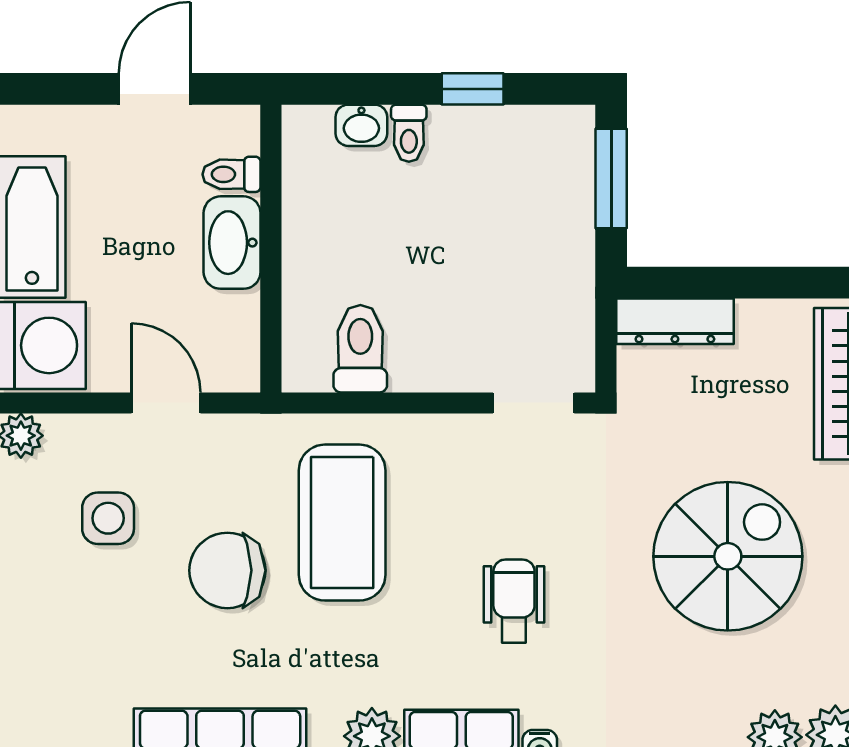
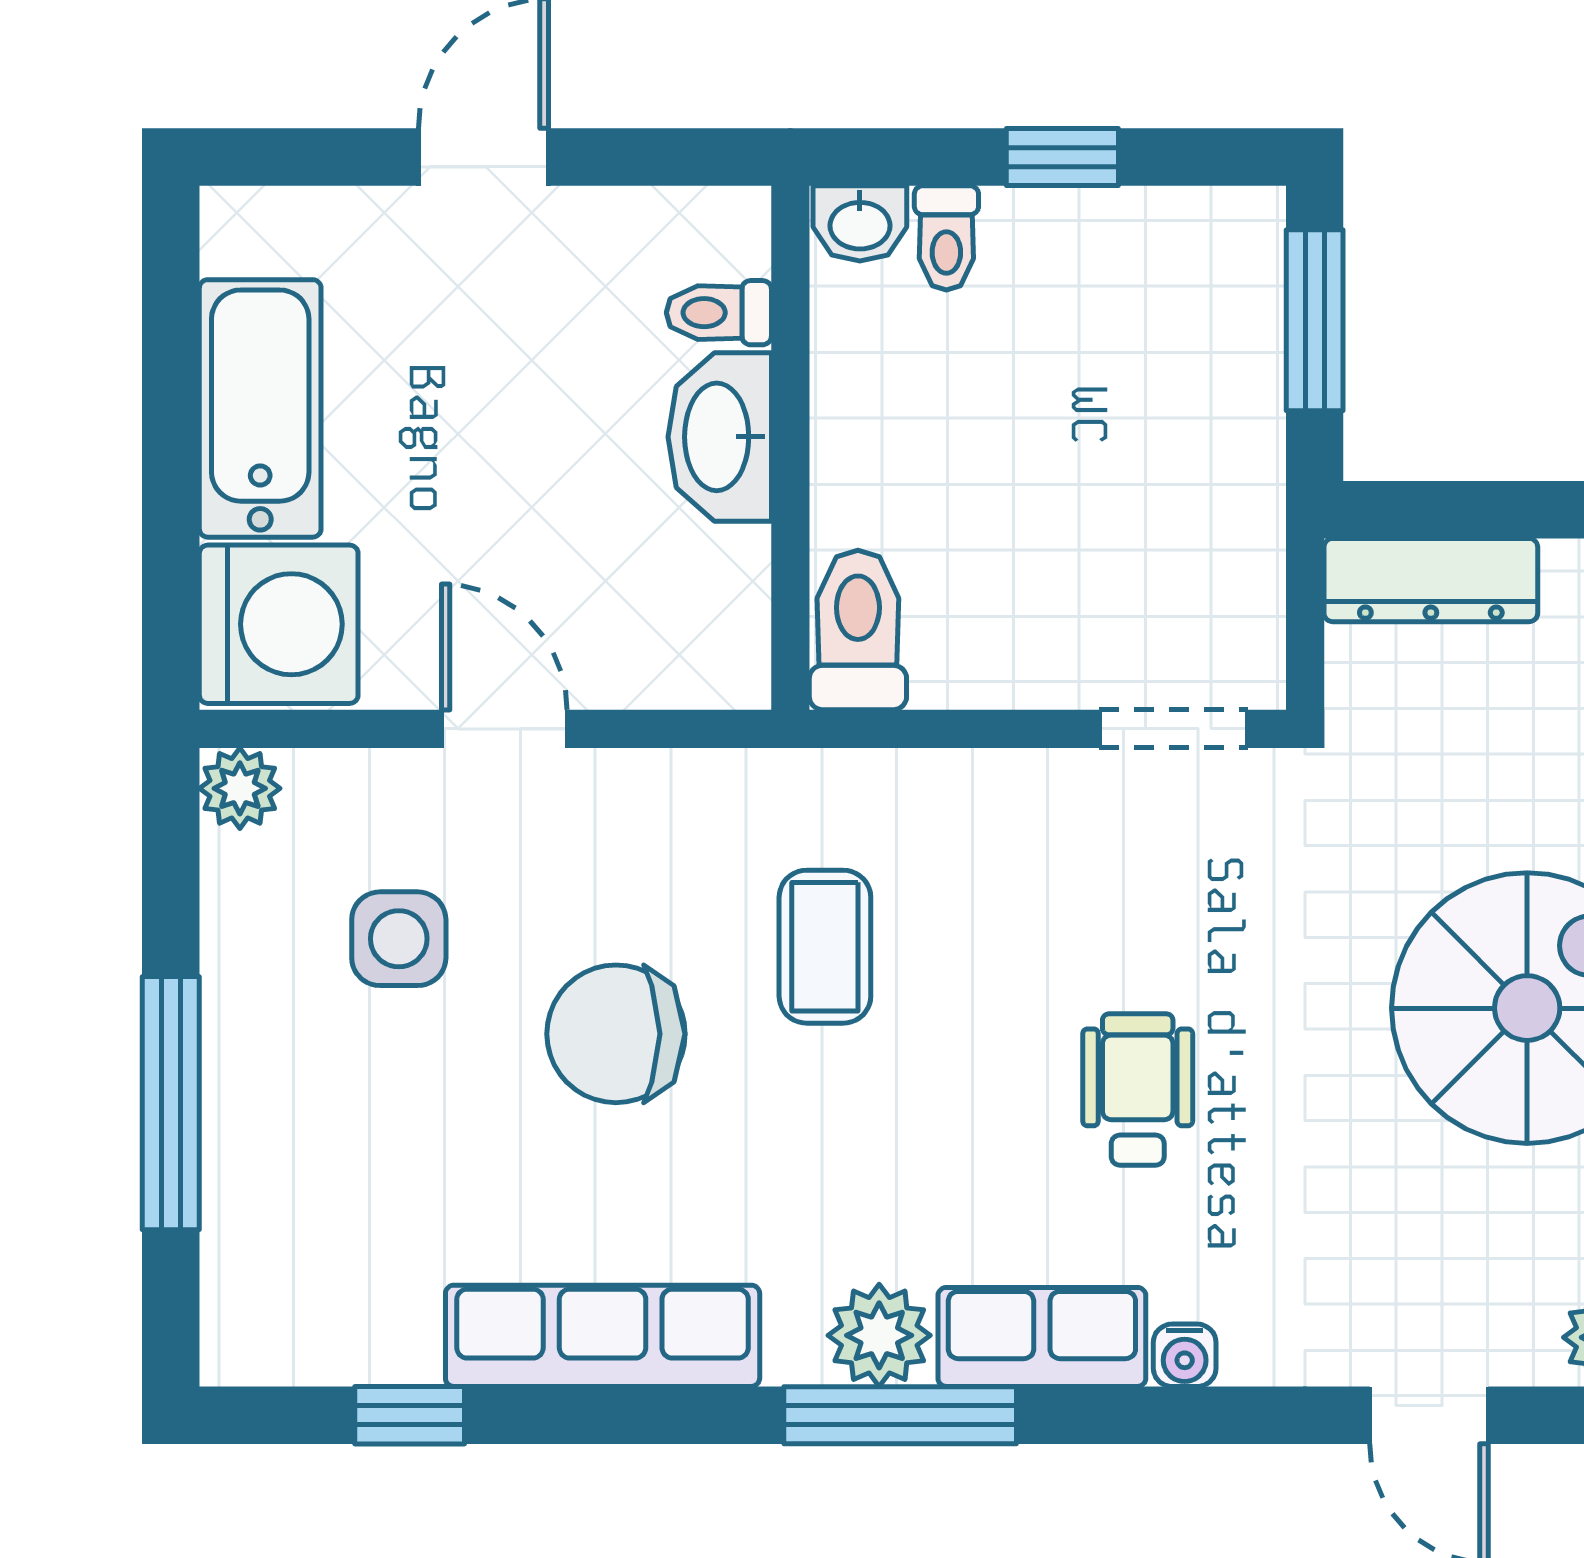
toilet: (231, 174) -> (719, 313), moved
washbasin: (232, 243) -> (720, 437), moved
wall: (271, 249) -> (790, 448), moved
coffee table: (342, 523) -> (825, 947), width x0.54, depth x0.58

